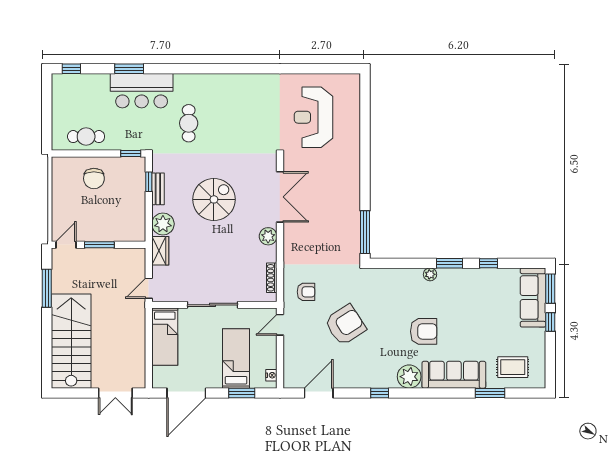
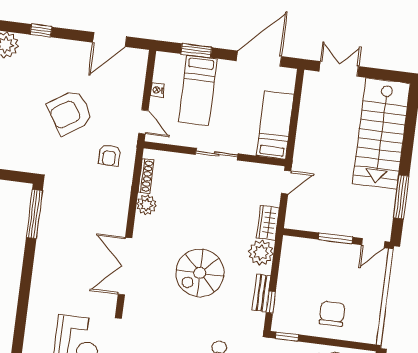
plant: (268, 236) -> (146, 205), moved
armchair: (306, 292) -> (109, 155), turned -90
sliding door: (213, 305) -> (217, 154), width x0.73
door: (280, 325) -> (143, 122), hinge flipped
nightstand: (271, 375) -> (157, 90), moved

